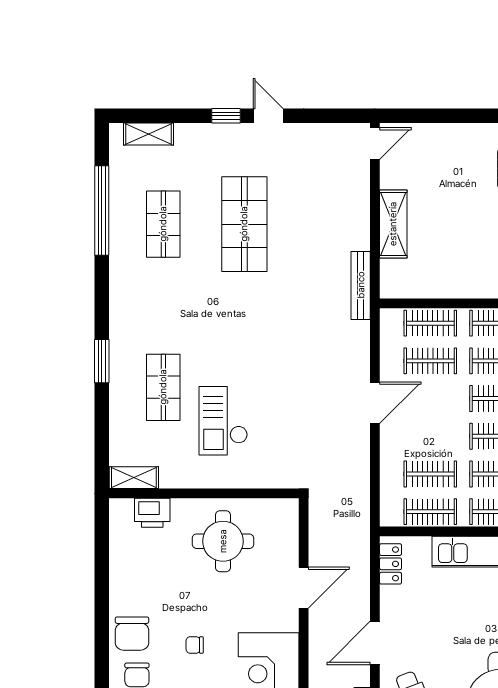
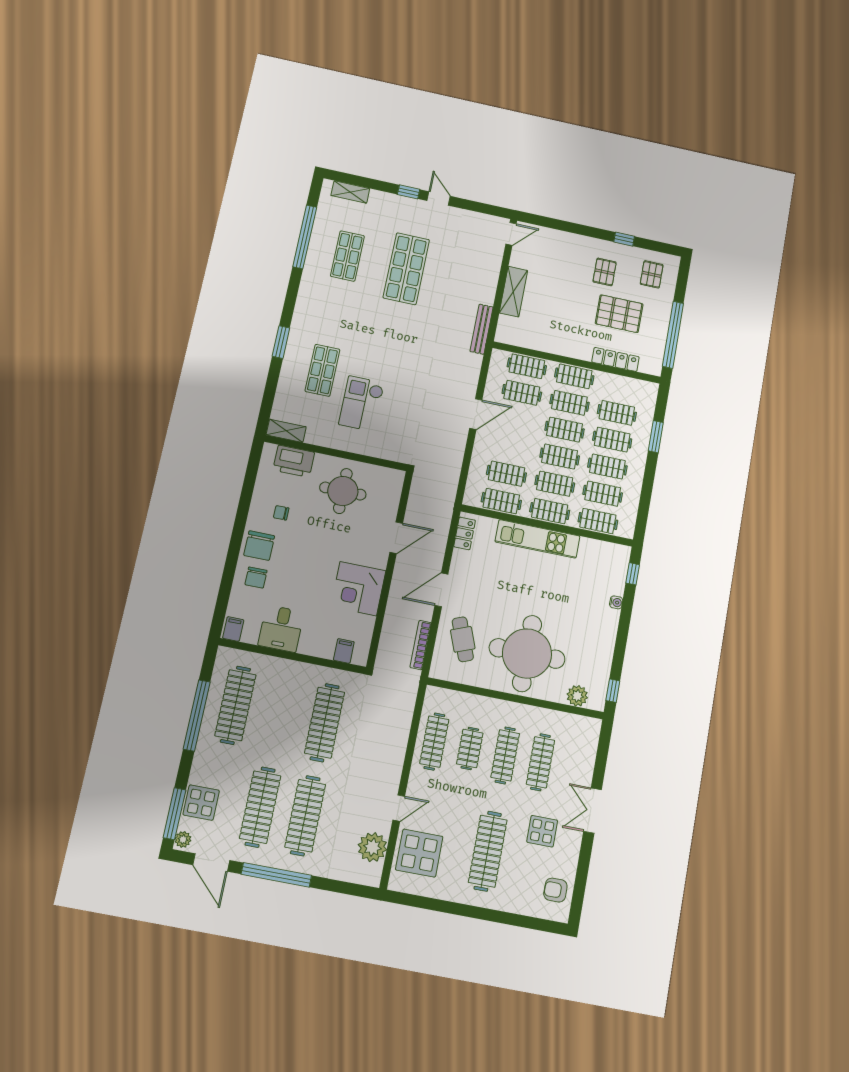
printer: (152, 513) -> (294, 461), width x1.37, depth x1.19
chair: (195, 645) -> (281, 513), moved

